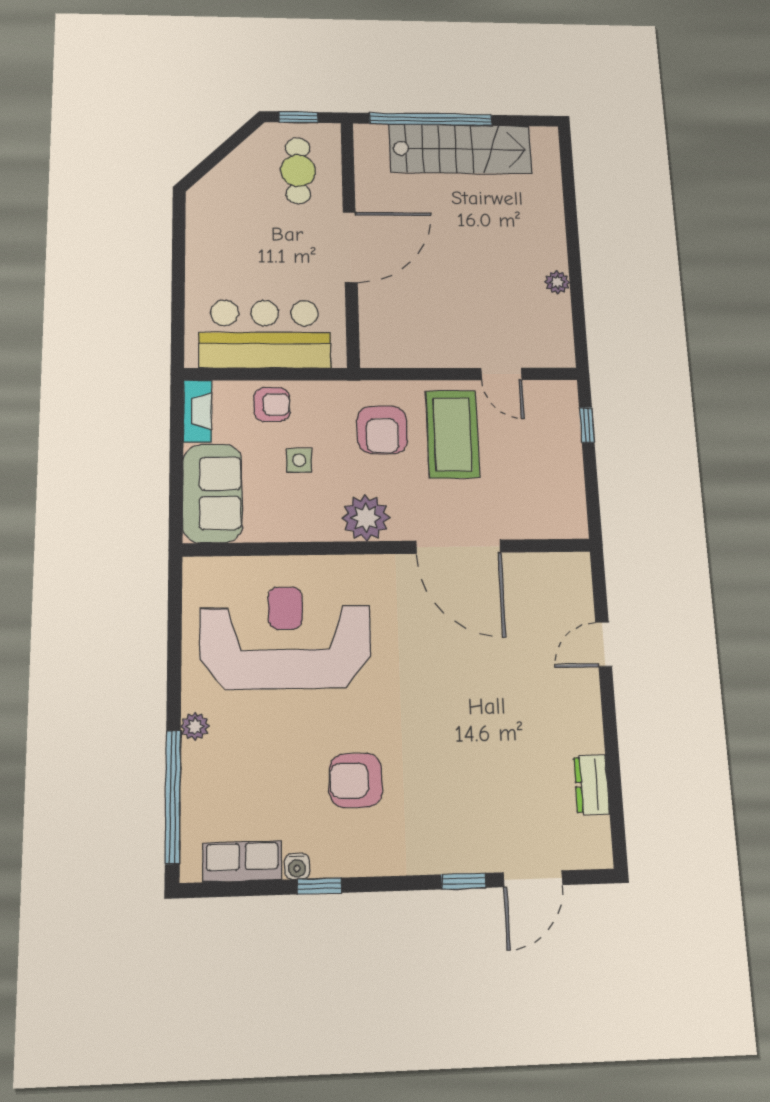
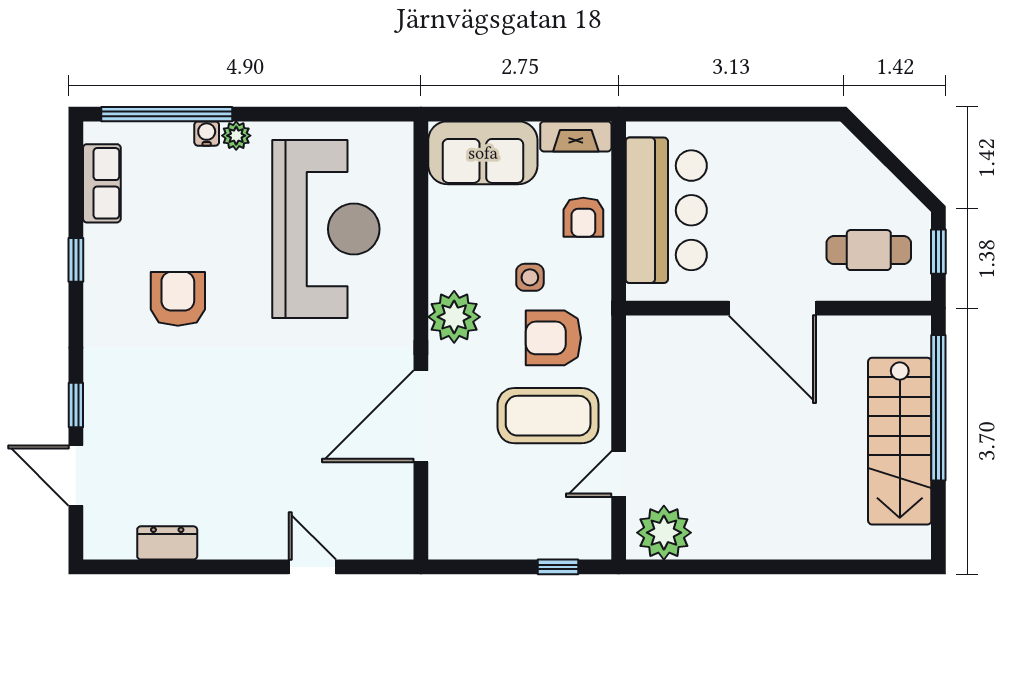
plant: (557, 282) -> (664, 533), moved, width x1.88, depth x1.88
side table: (299, 460) -> (530, 277), moved
water cooler: (297, 866) -> (207, 134), moved, turned 90

